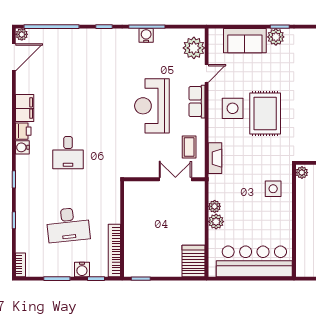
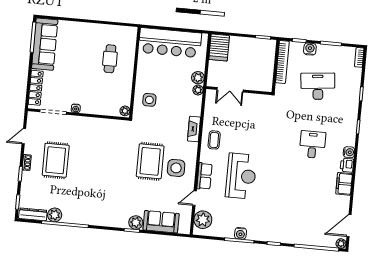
wall: (164, 179) -> (239, 91), moved
double door: (175, 179) -> (230, 90), moved

